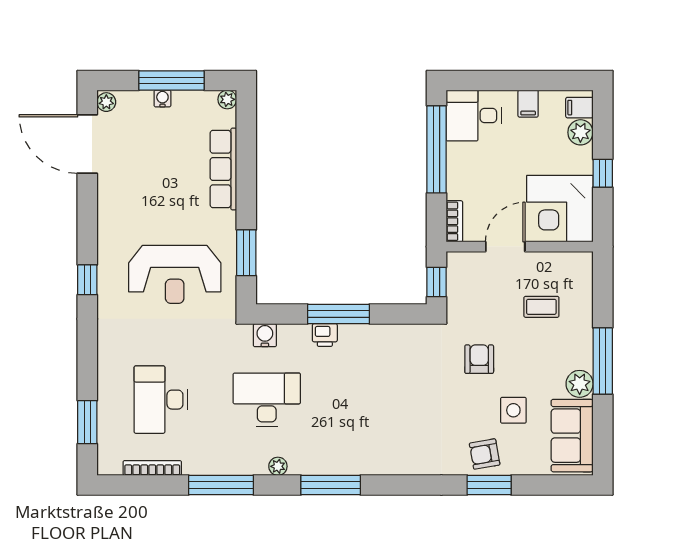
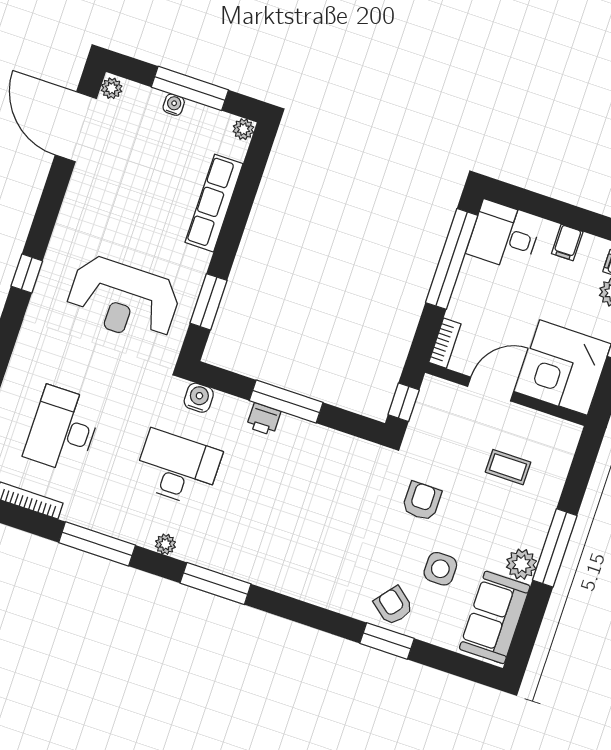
armchair: (485, 454) -> (393, 606), turned 49

